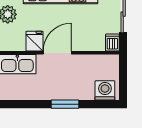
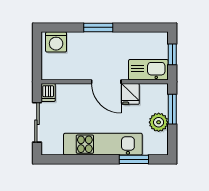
door: (57, 53) -> (106, 82), hinge flipped

